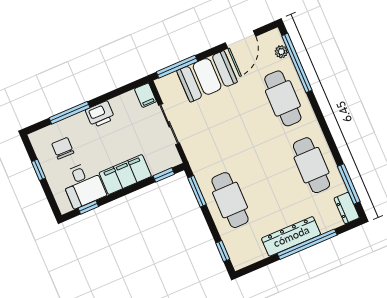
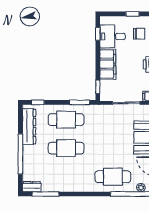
cafe table: (311, 165) -> (66, 148), moved
dresser: (291, 236) -> (29, 127), moved

